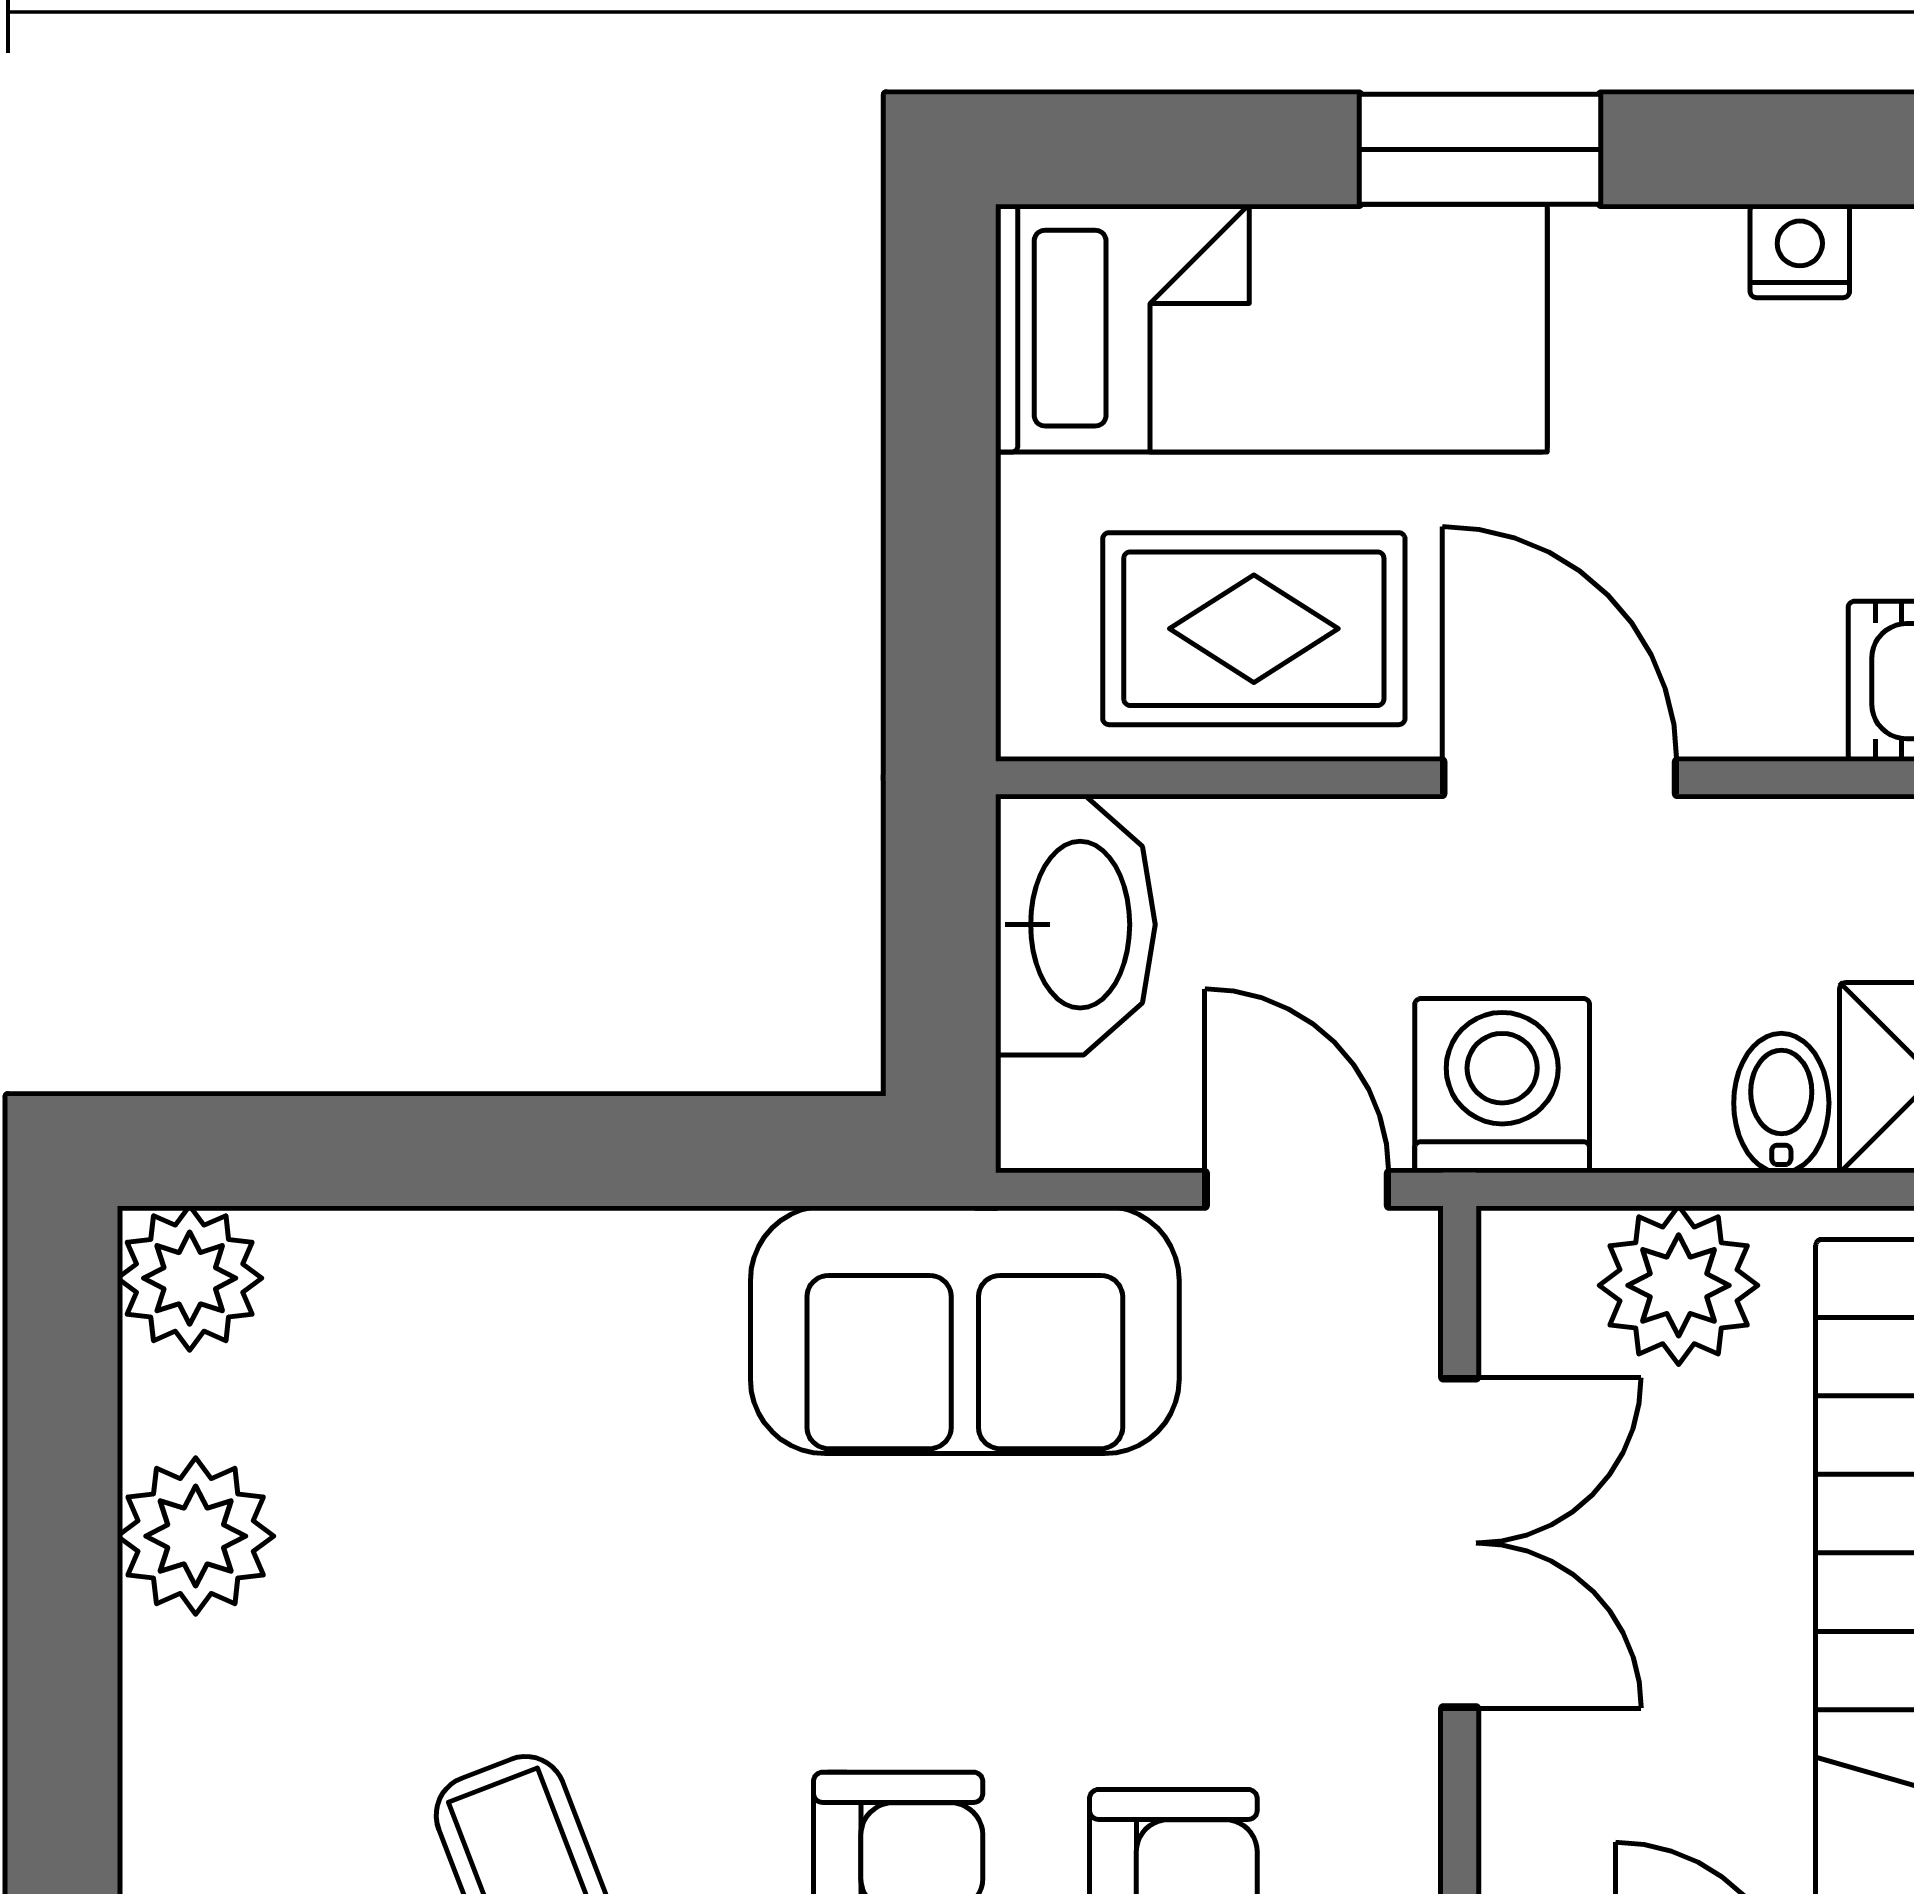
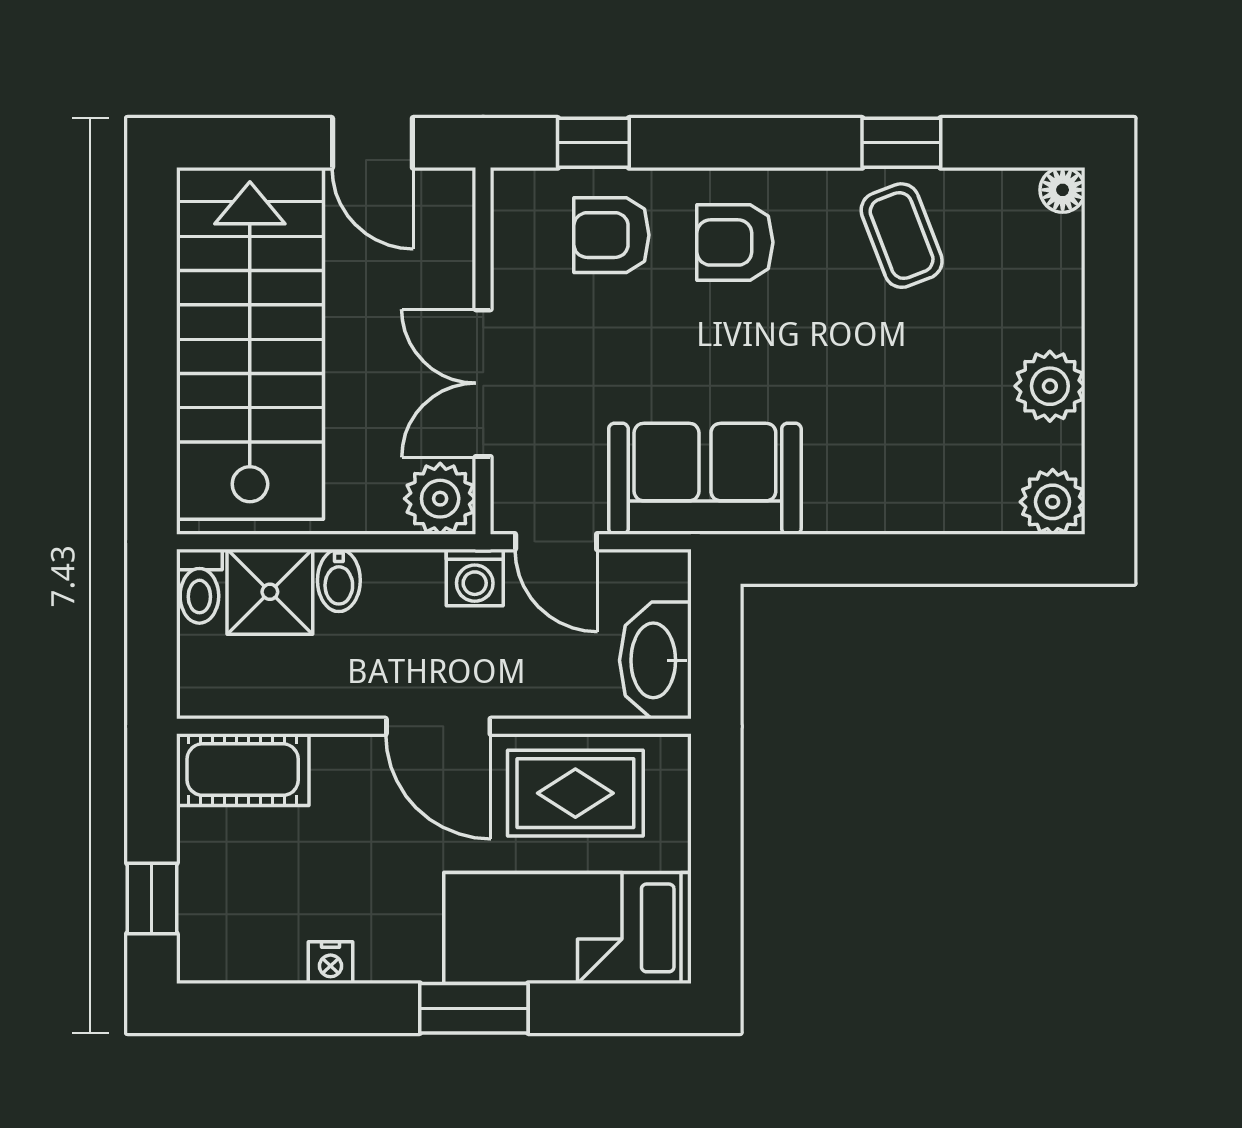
washing machine: (1502, 1086) -> (475, 577), width x0.73, depth x0.73
plant: (1679, 1285) -> (440, 499), moved

